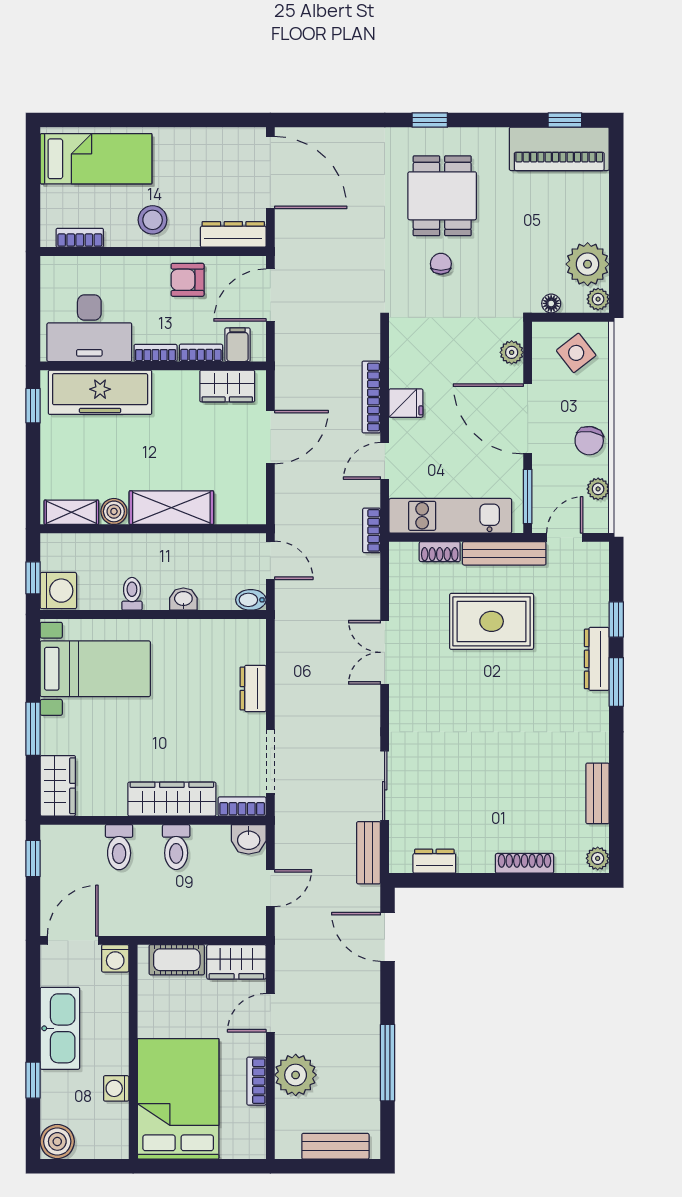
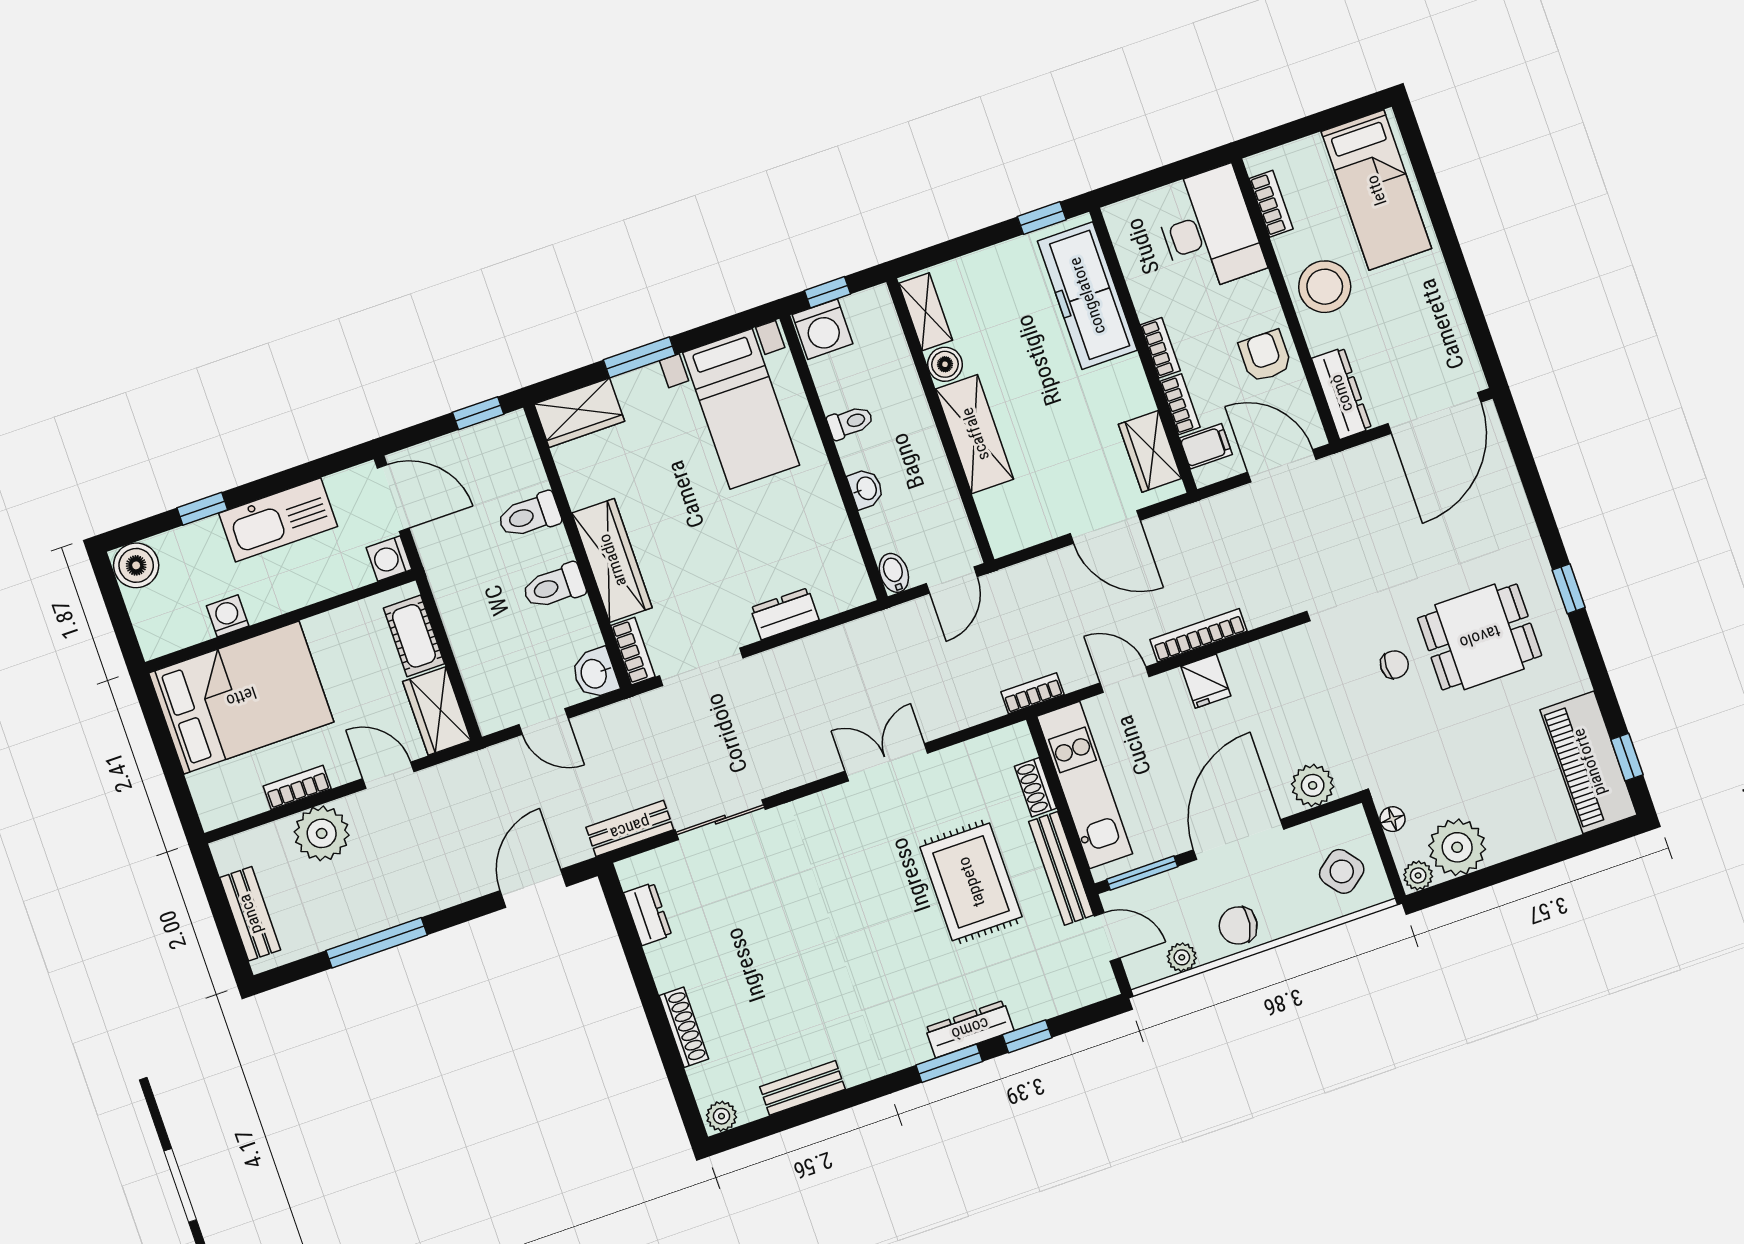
stool: (153, 220) -> (1325, 287), width x1.38, depth x1.38
desk: (89, 328) -> (1208, 229), moved, turned 180
plant: (512, 352) -> (1313, 785), width x1.38, depth x1.38

